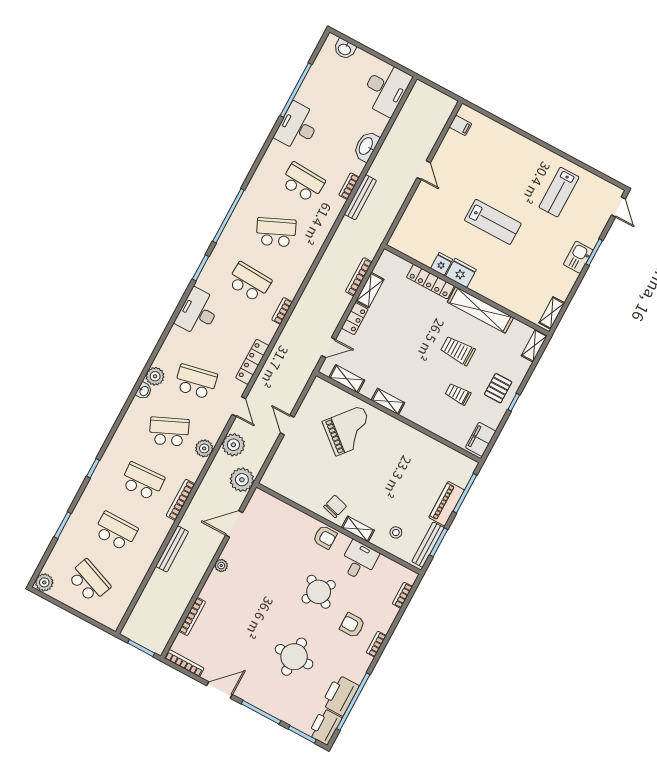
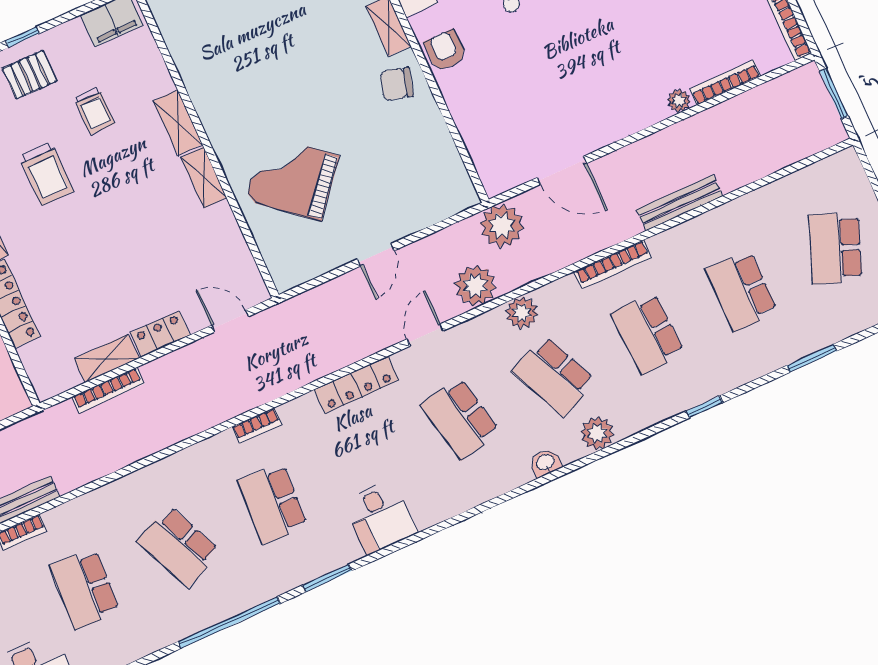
desk: (198, 312) -> (380, 517), width x0.73
plant: (155, 376) -> (597, 433), moved
shelving: (347, 379) -> (178, 123), moved
plant: (221, 566) -> (679, 101), moved

